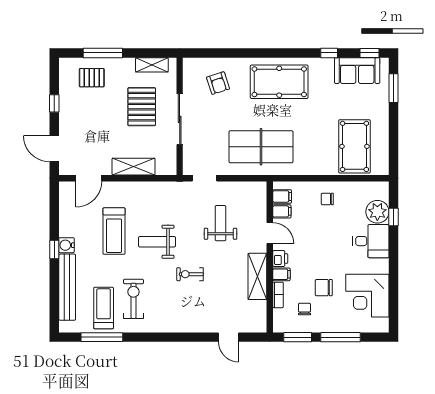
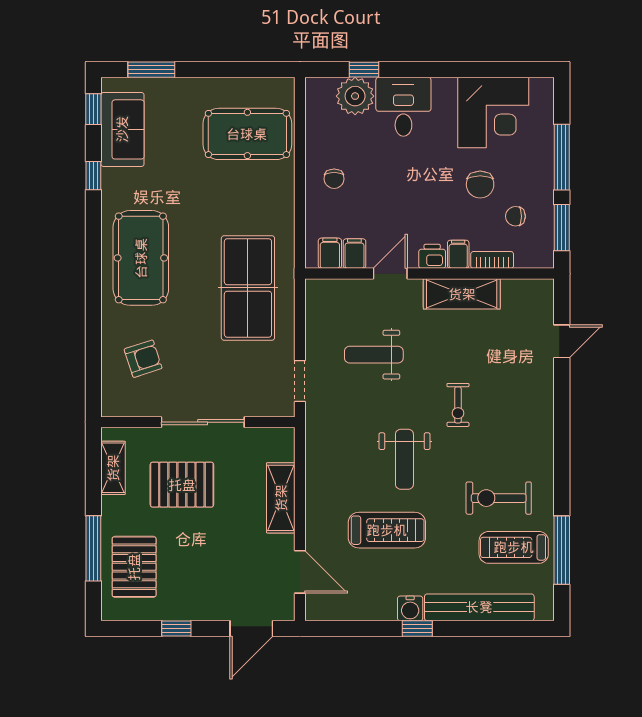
pallet: (92, 78) -> (134, 567), width x1.50, depth x1.42

